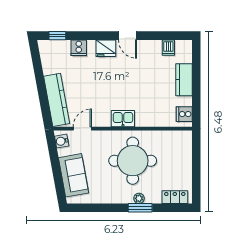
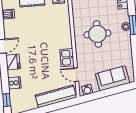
kitchen sink: (123, 119) -> (67, 58), moved
round table: (133, 161) -> (97, 34), width x0.73, depth x0.73

